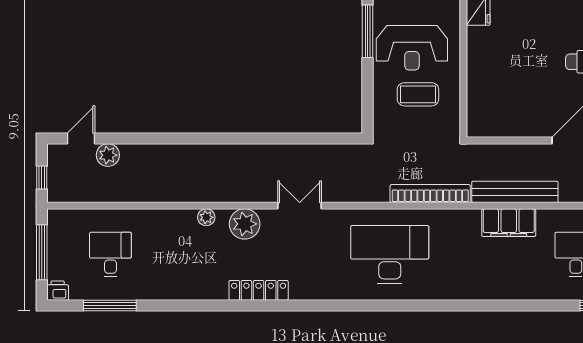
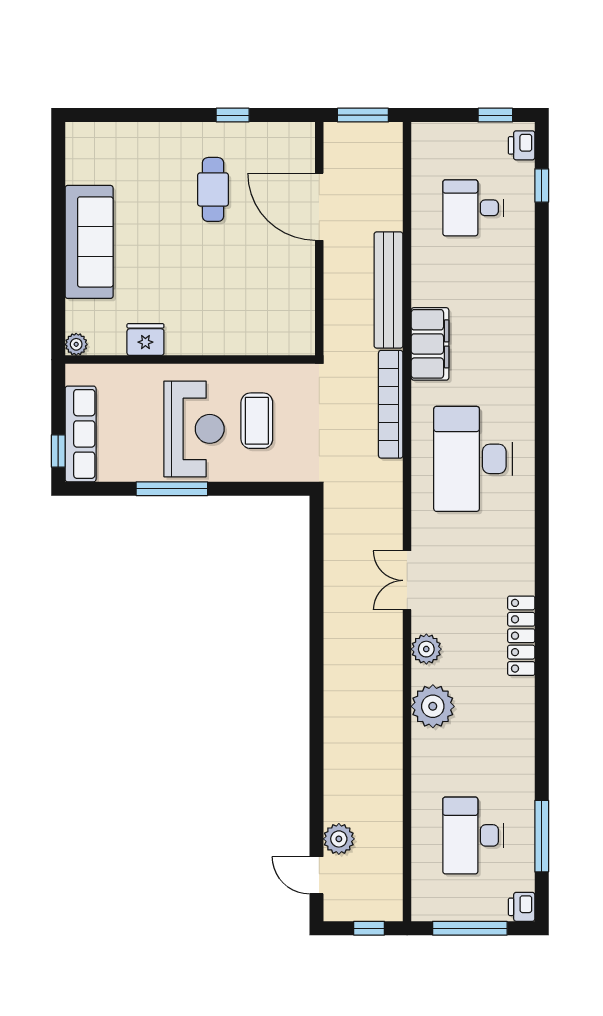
plant: (206, 217) -> (433, 706), width x1.88, depth x1.88
filing cabinet: (509, 223) -> (430, 344), moved
plant: (245, 224) -> (426, 649), width x0.73, depth x0.73
desk: (110, 255) -> (473, 835), width x1.37

